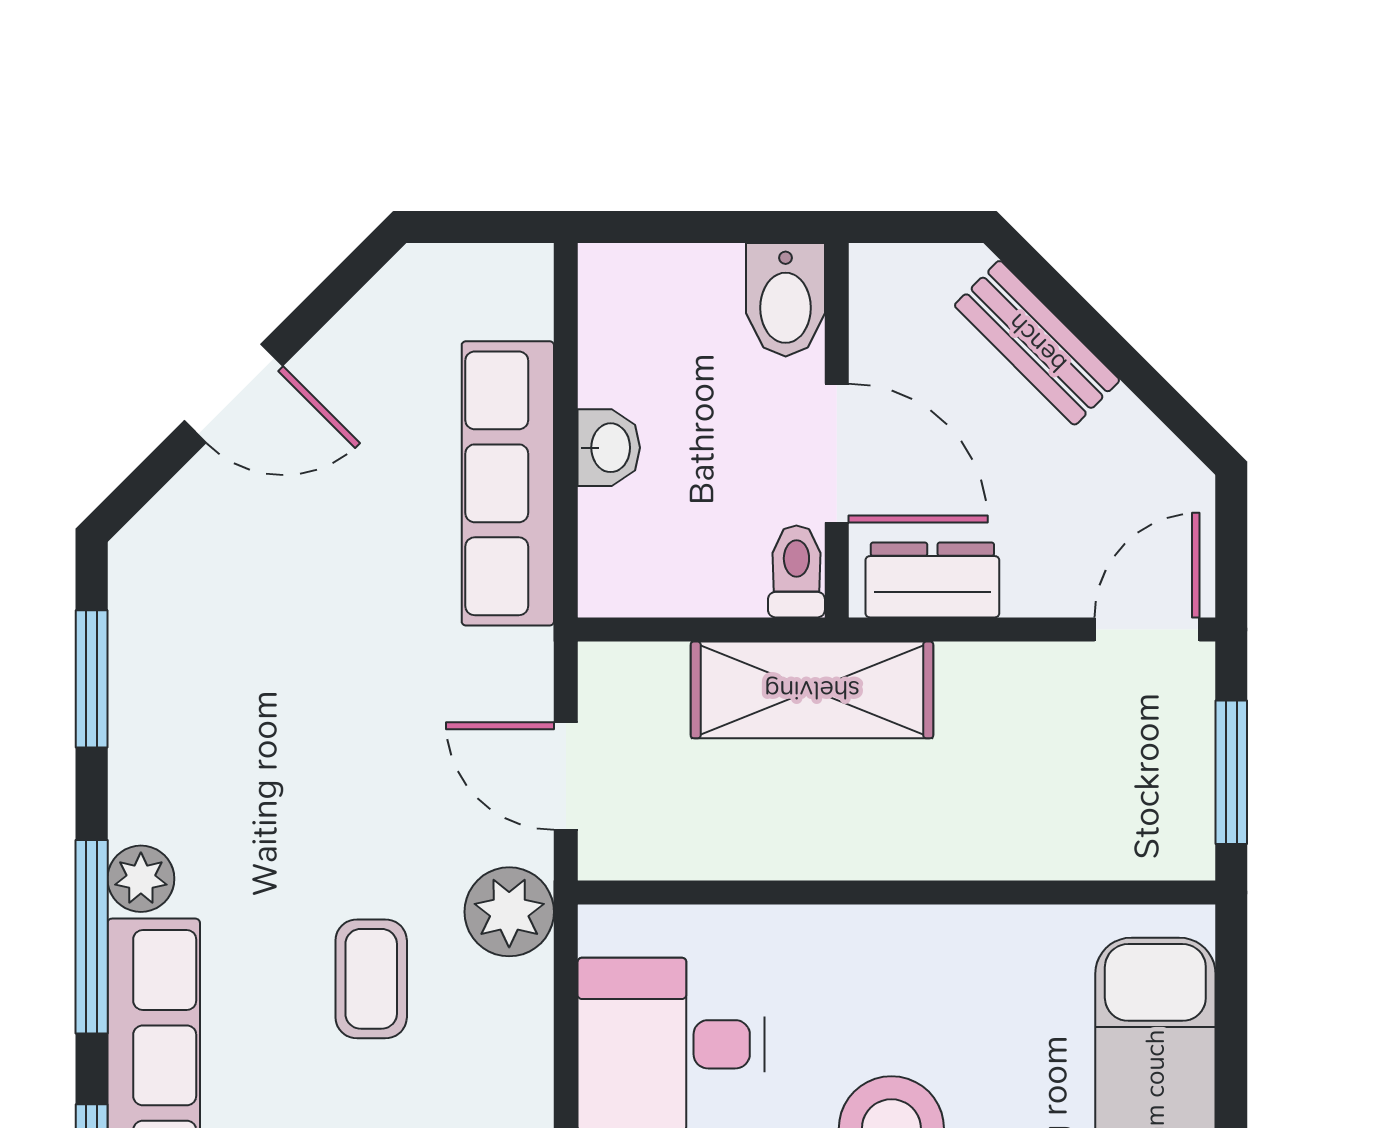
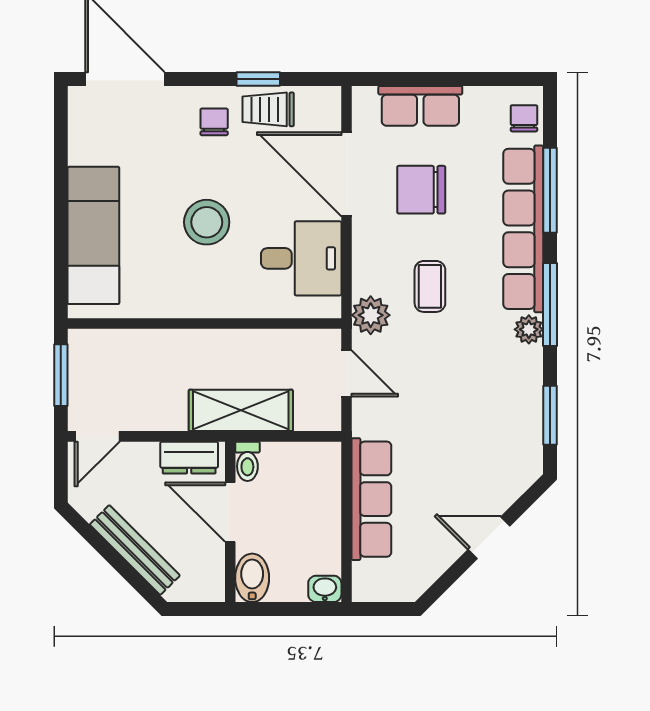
bench: (1037, 343) -> (135, 550), width x1.36
washbasin: (609, 448) -> (325, 589), moved, turned 90

